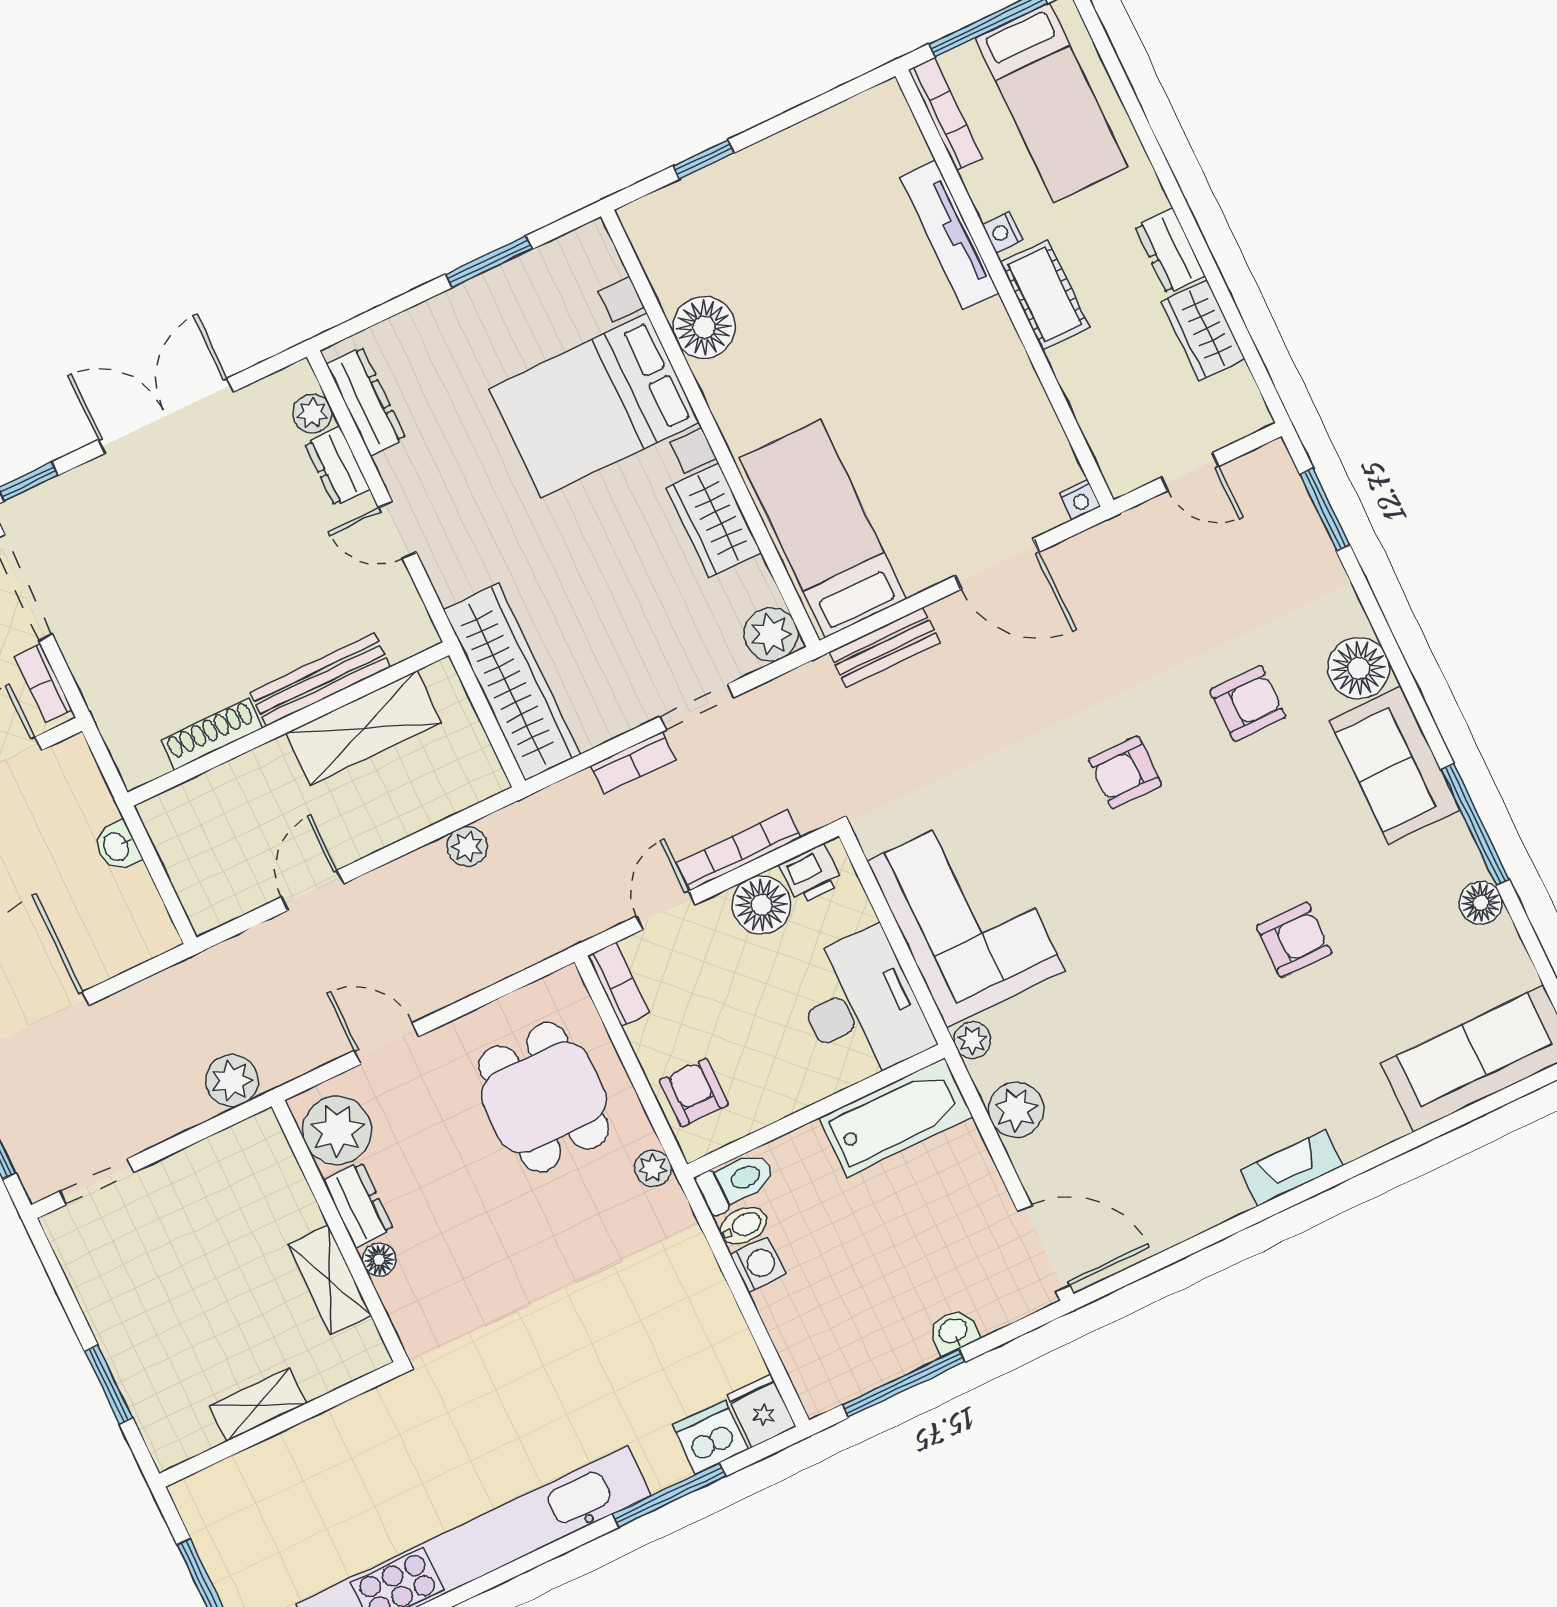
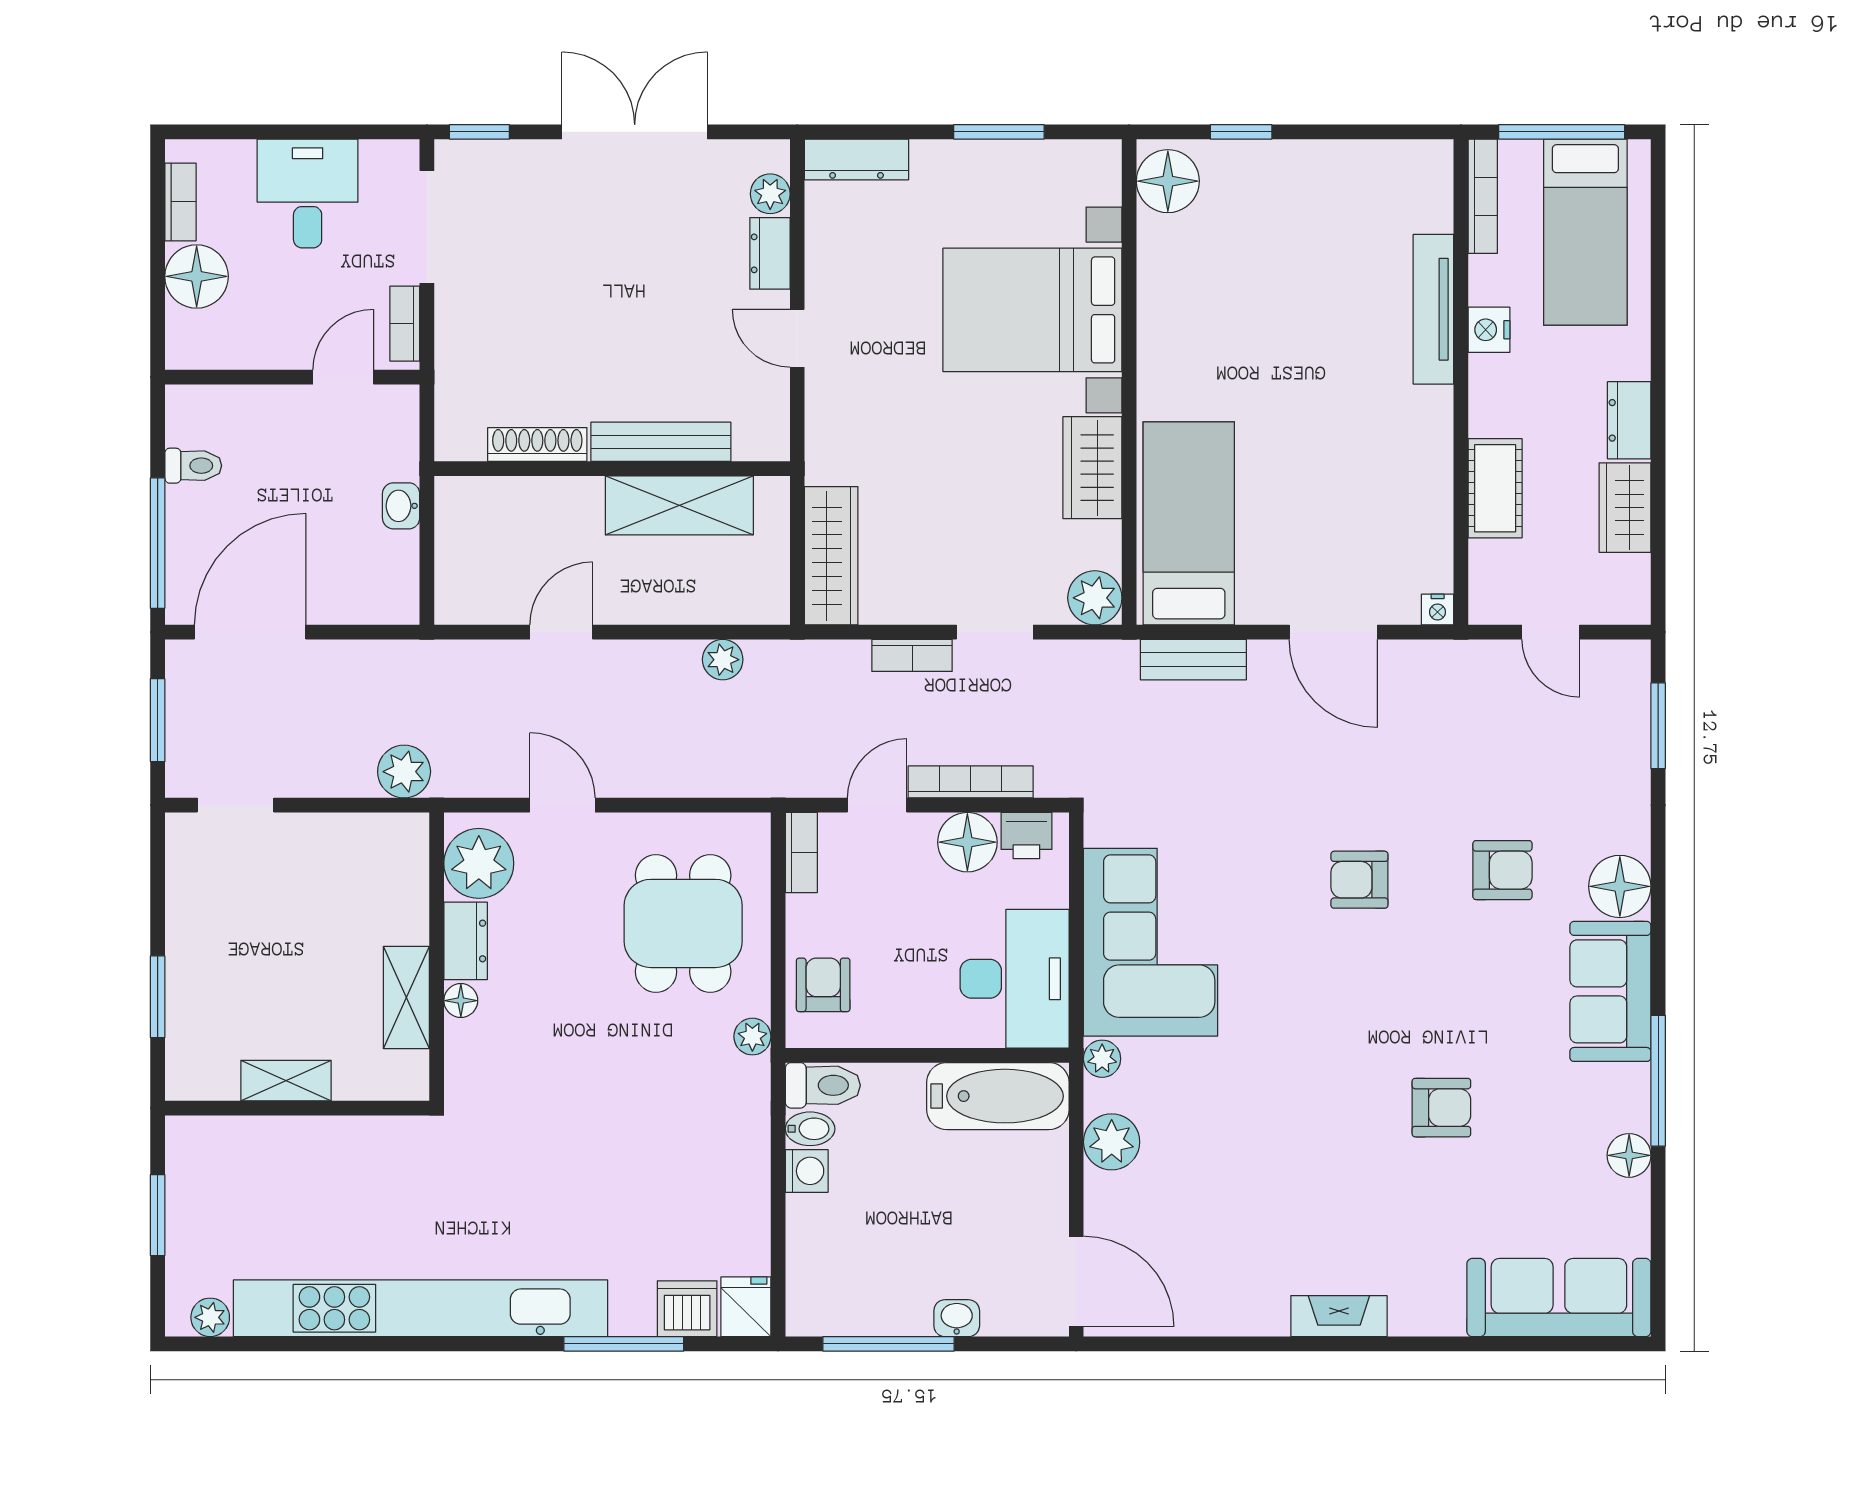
nightstand: (1002, 232) -> (1489, 330), width x1.39, depth x1.35
cot: (1045, 295) -> (1495, 488), moved
floor lamp: (704, 327) -> (1168, 181), moved
dresser: (366, 401) -> (857, 159), moved, turned 90
wardrobe: (512, 682) -> (831, 556), width x0.71, depth x0.85

